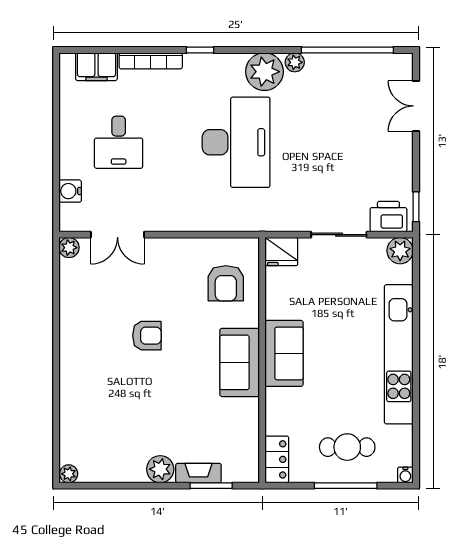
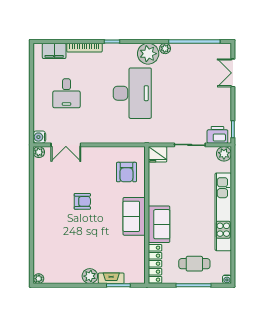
water cooler: (70, 191) -> (39, 137), moved
sofa: (284, 353) -> (159, 224), moved
locker: (277, 459) -> (155, 264), width x1.53

